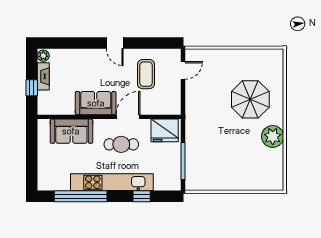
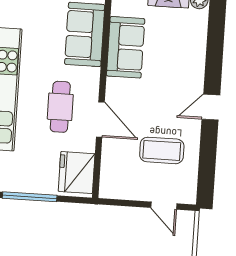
sofa: (96, 103) -> (126, 47), moved

